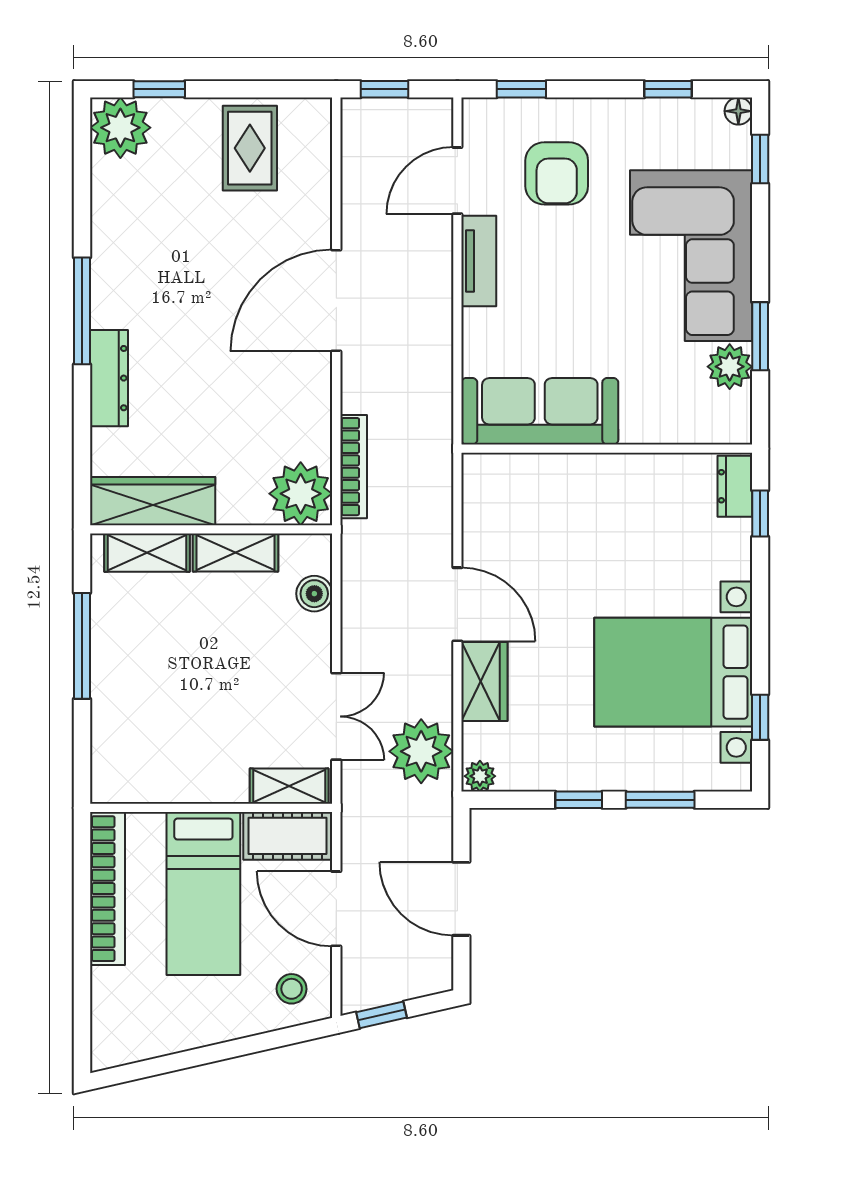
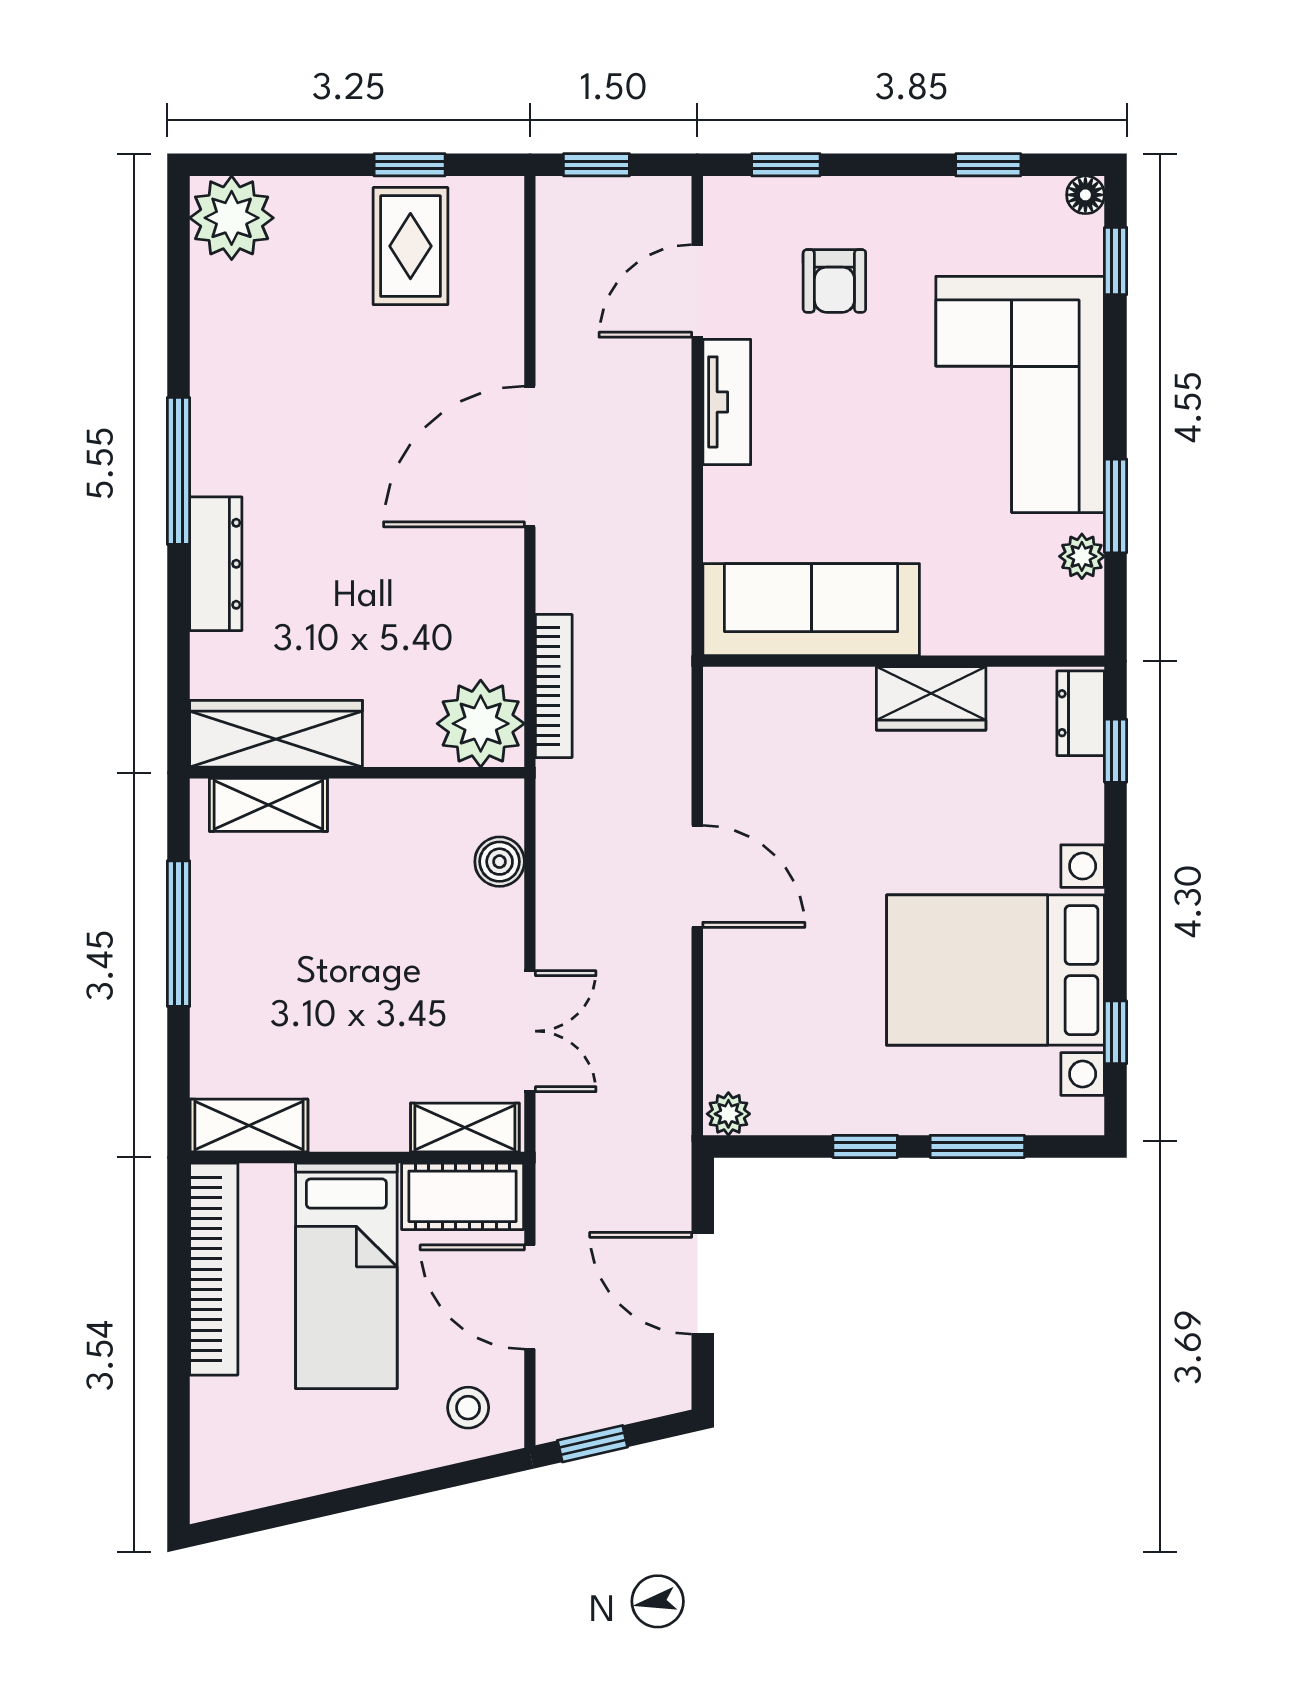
window: (159, 89) -> (410, 165), moved
armchair: (557, 173) -> (834, 281), width x0.72, depth x0.72
plant: (730, 367) -> (1082, 556), width x0.73, depth x0.73
shelving: (236, 553) -> (249, 1126), moved
wardrobe: (484, 682) -> (931, 698), moved, turned 90
plant: (421, 751) -> (647, 1079), removed

